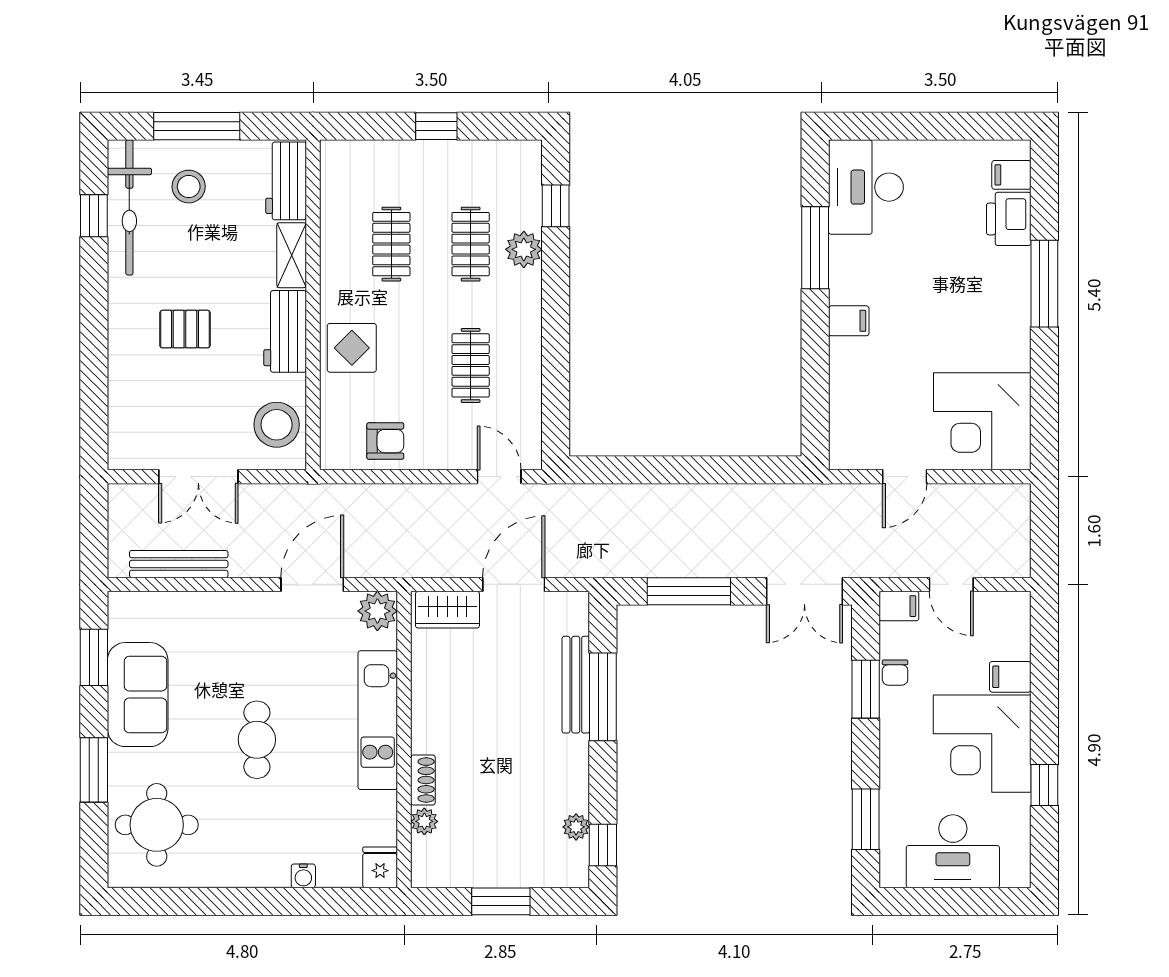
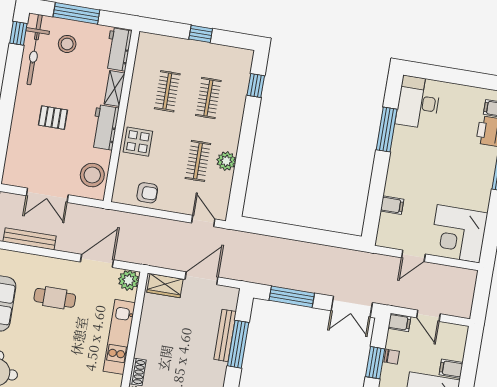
window: (94, 216) -> (18, 33), moved
plant: (524, 249) -> (226, 161), moved
filing cabinet: (849, 321) -> (392, 205), moved
chair: (895, 673) -> (392, 357), turned -90
cafe table: (257, 740) -> (55, 298), moved, turned 90

